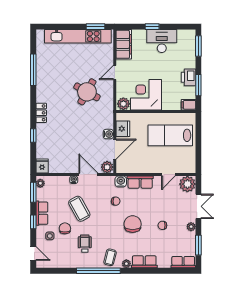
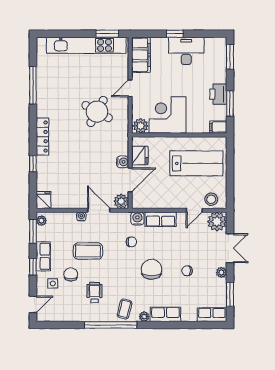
locker: (41, 113) -> (42, 137), width x1.53
lab bench: (170, 135) -> (196, 163), turned 180
stool: (183, 165) -> (211, 199), added
coffee table: (79, 209) -> (88, 251), turned -61
door: (33, 253) -> (33, 304), hinge flipped

